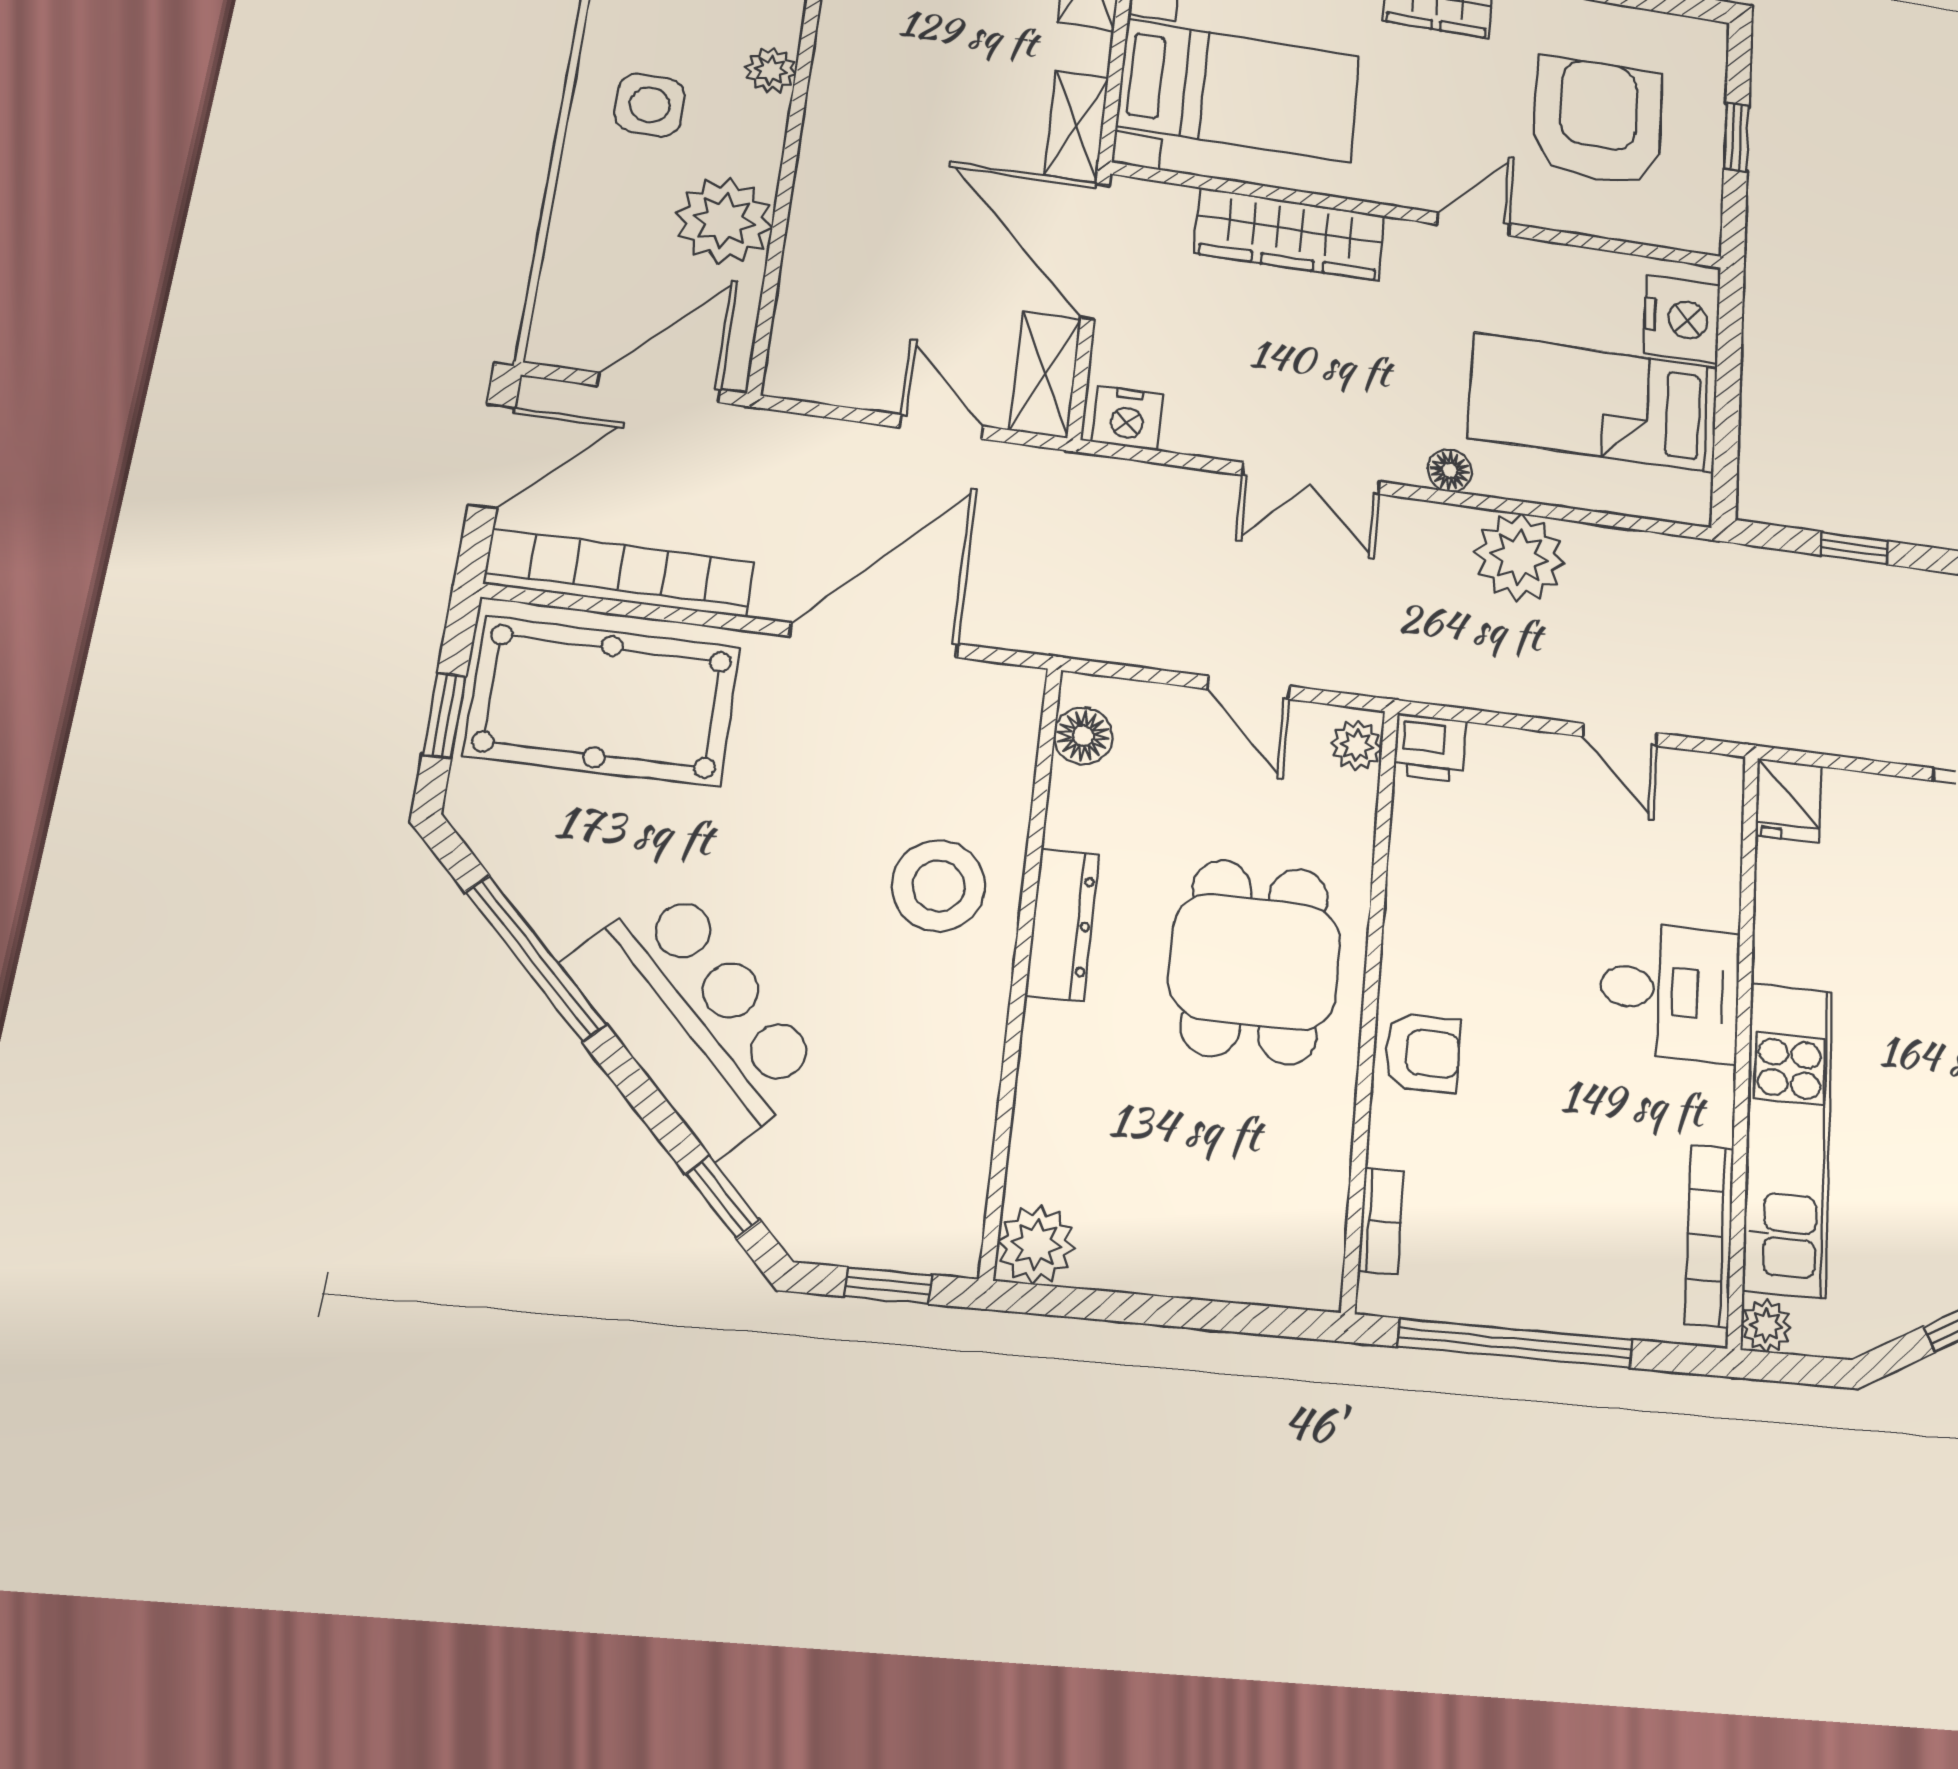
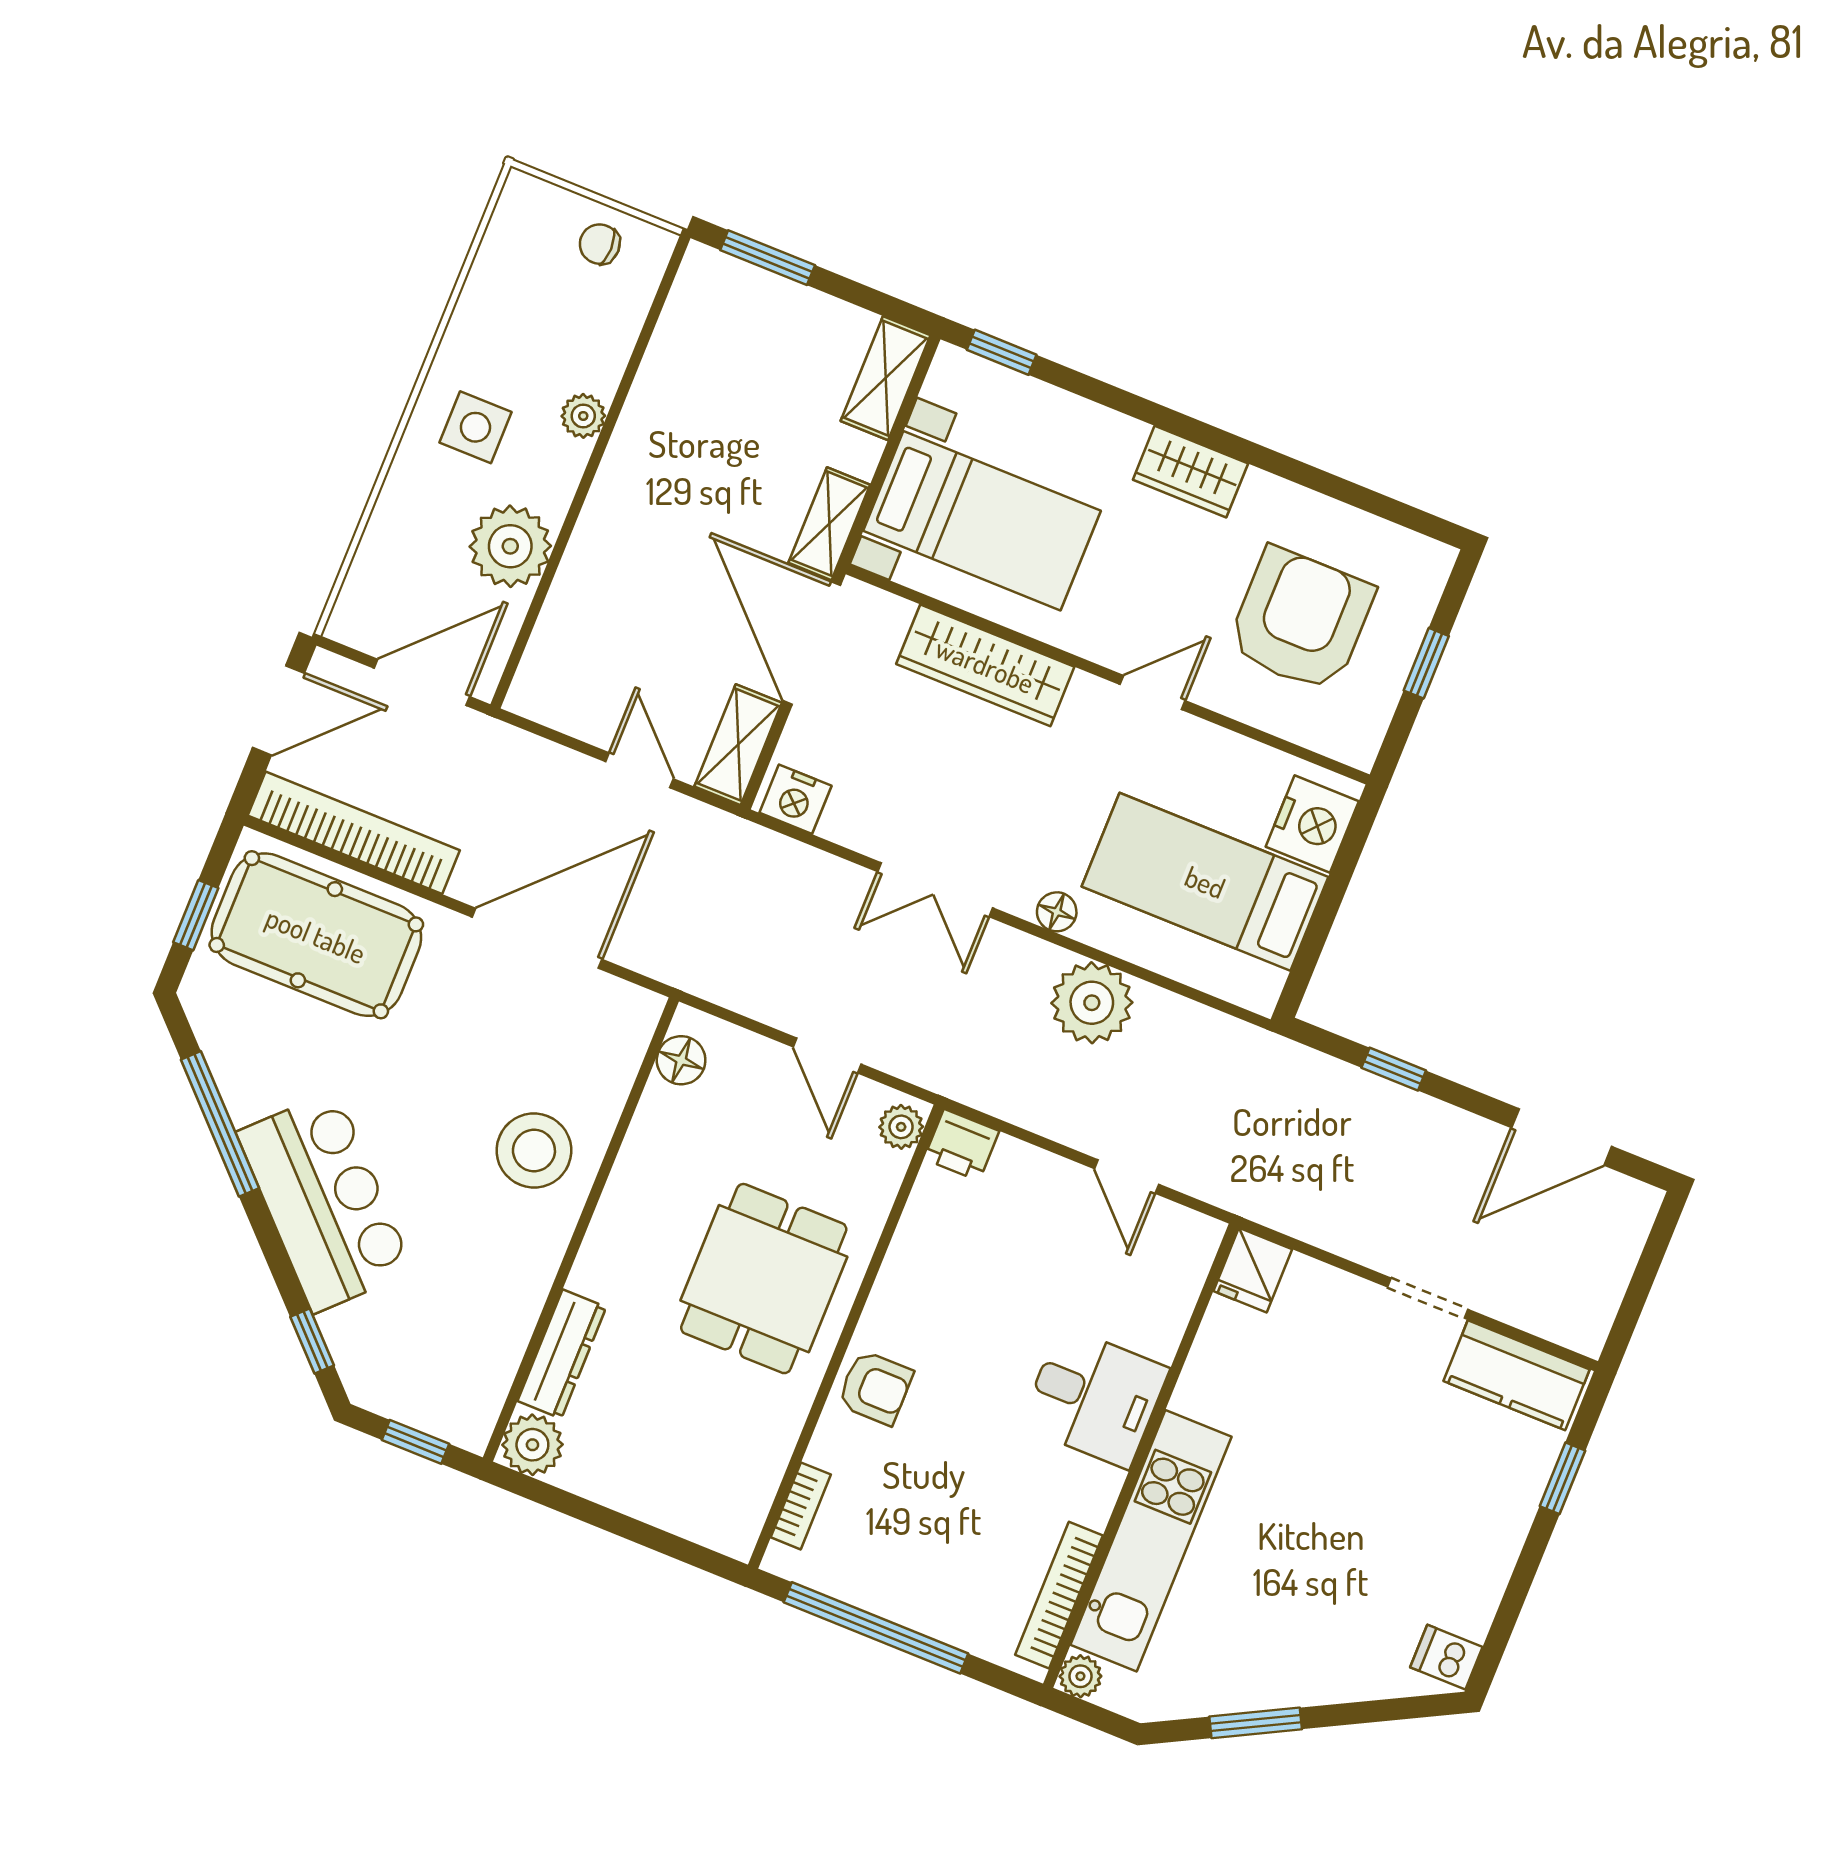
dresser: (1062, 925) -> (562, 1354), moved

